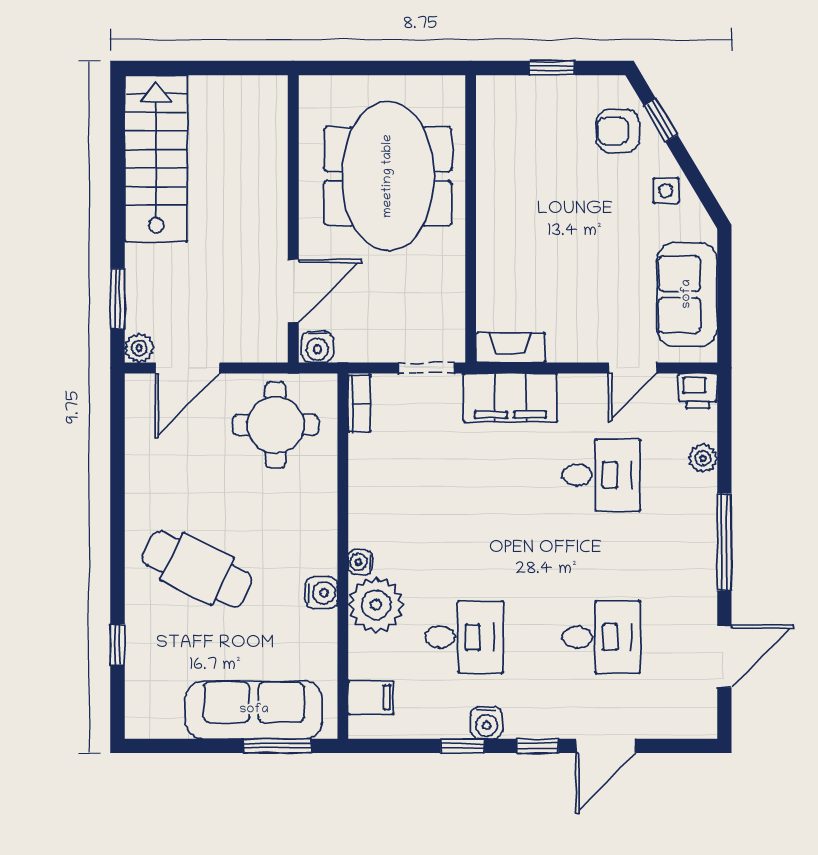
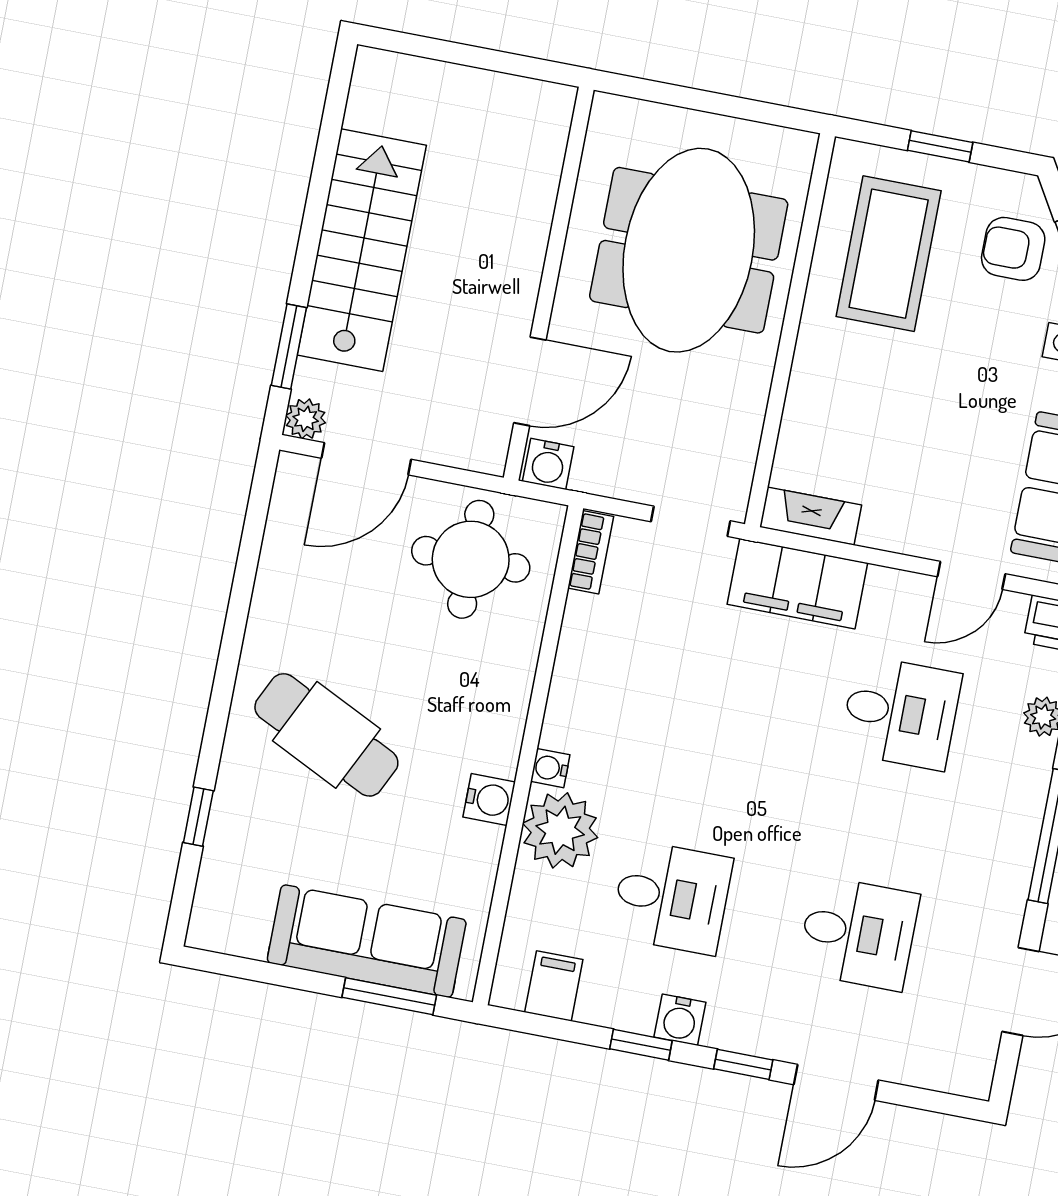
coffee table: (530, 151) -> (889, 254), added
stairs: (156, 159) -> (362, 250), moved
filing cabinet: (371, 697) -> (554, 986), moved, turned -90

